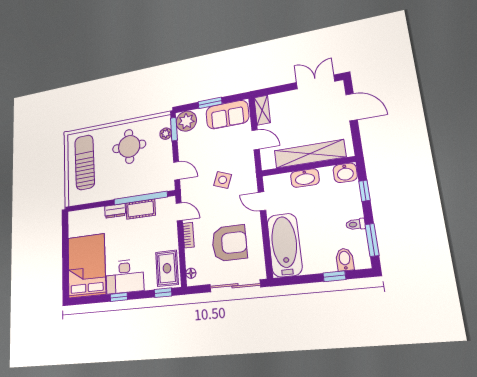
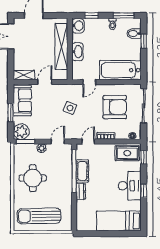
plant: (166, 134) -> (41, 148), moved
armchair: (229, 243) -> (115, 107), turned 90
bed: (87, 266) -> (119, 221), width x0.67

